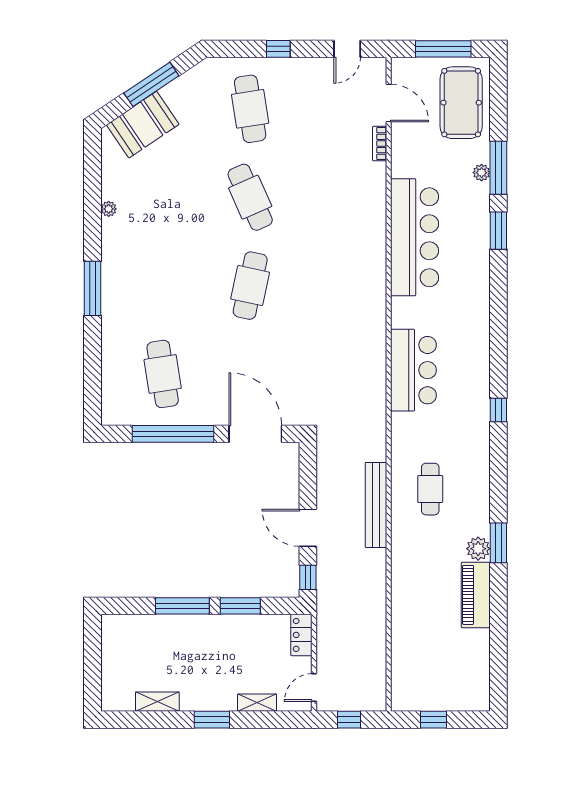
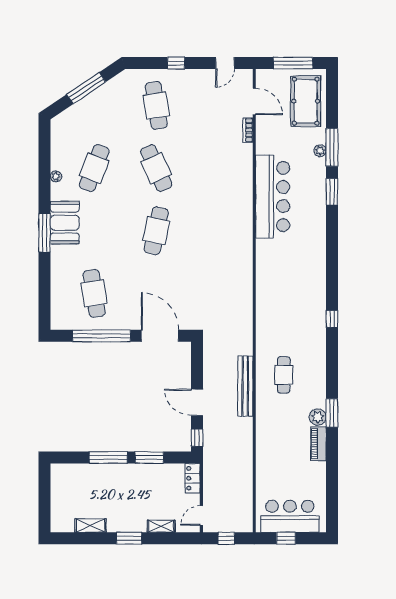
booth: (143, 125) -> (65, 223), moved, turned -56
cafe table: (163, 197) -> (94, 168), added
bar counter: (413, 370) -> (290, 516), moved, turned -90
piano: (476, 595) -> (319, 444), width x0.73, depth x0.75

